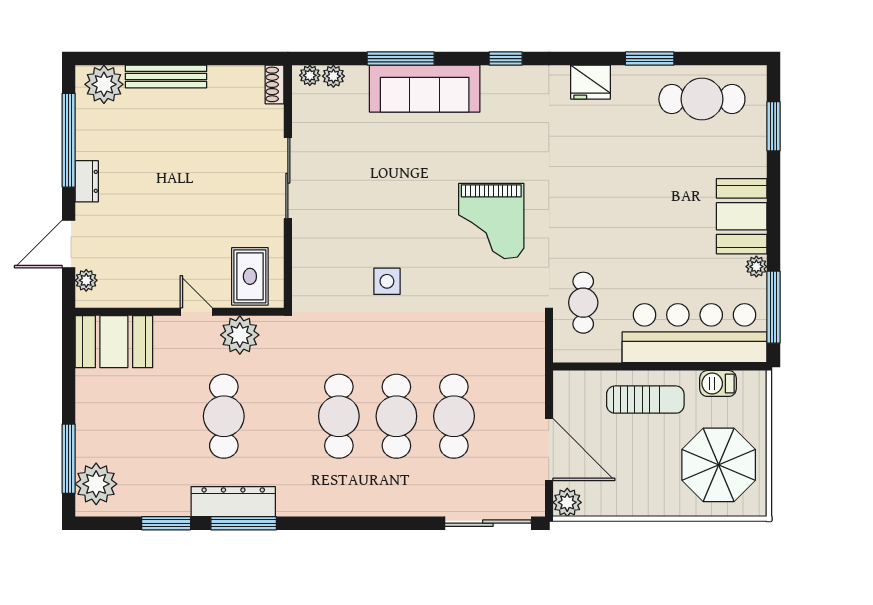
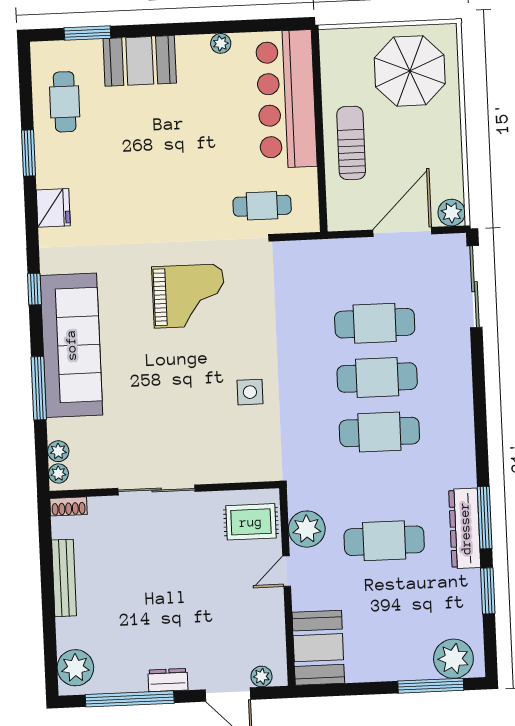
bench: (166, 76) -> (64, 578), moved
sofa: (425, 89) -> (71, 345), width x1.36, depth x1.27
cafe table: (702, 99) -> (65, 102), width x0.73, depth x0.74
booth: (742, 216) -> (140, 61), moved
window: (774, 307) -> (258, 26), removed
barbecue: (718, 383) -> (333, 75), removed

